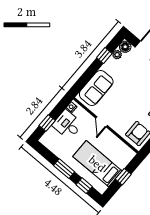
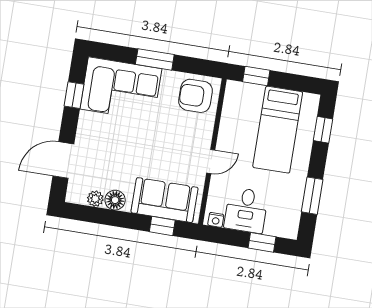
floor lamp: (125, 47) -> (115, 200), moved
window: (104, 56) -> (162, 226), moved
window: (64, 169) -> (312, 196), moved
window: (123, 177) -> (256, 76), moved

